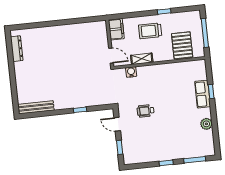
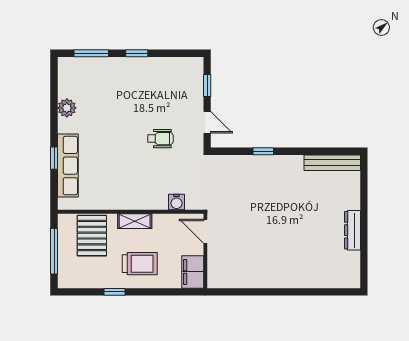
dresser: (17, 49) -> (352, 230), moved
shelving: (142, 59) -> (135, 221), moved
row of seats: (203, 94) -> (68, 166), width x1.48

